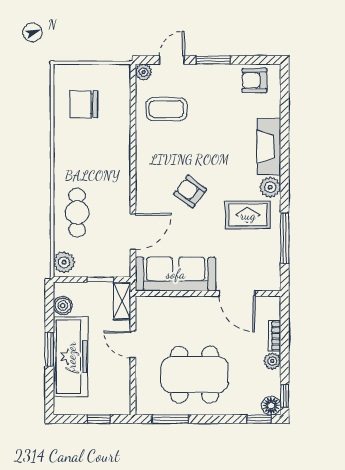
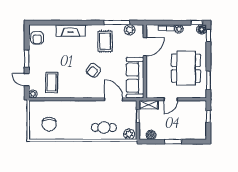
plant: (270, 187) -> (130, 30), moved
freezer: (71, 357) -> (177, 131), removed

